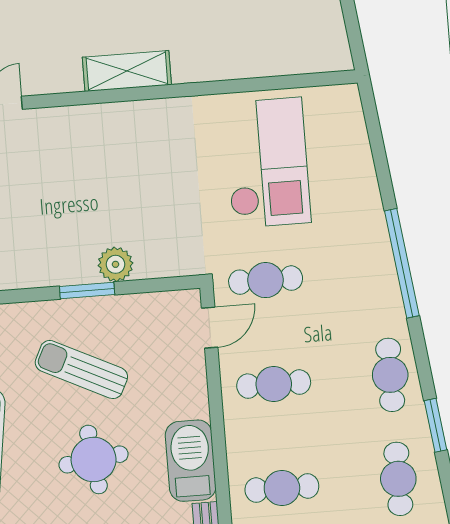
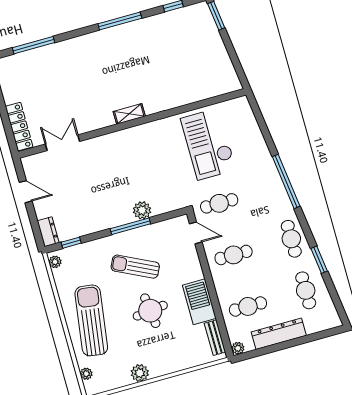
shelving: (127, 71) -> (129, 114), width x0.67, depth x0.75
checkout: (267, 163) -> (208, 144), turned 180
window: (87, 290) -> (130, 226), width x1.44
door: (210, 328) -> (196, 233), hinge flipped

